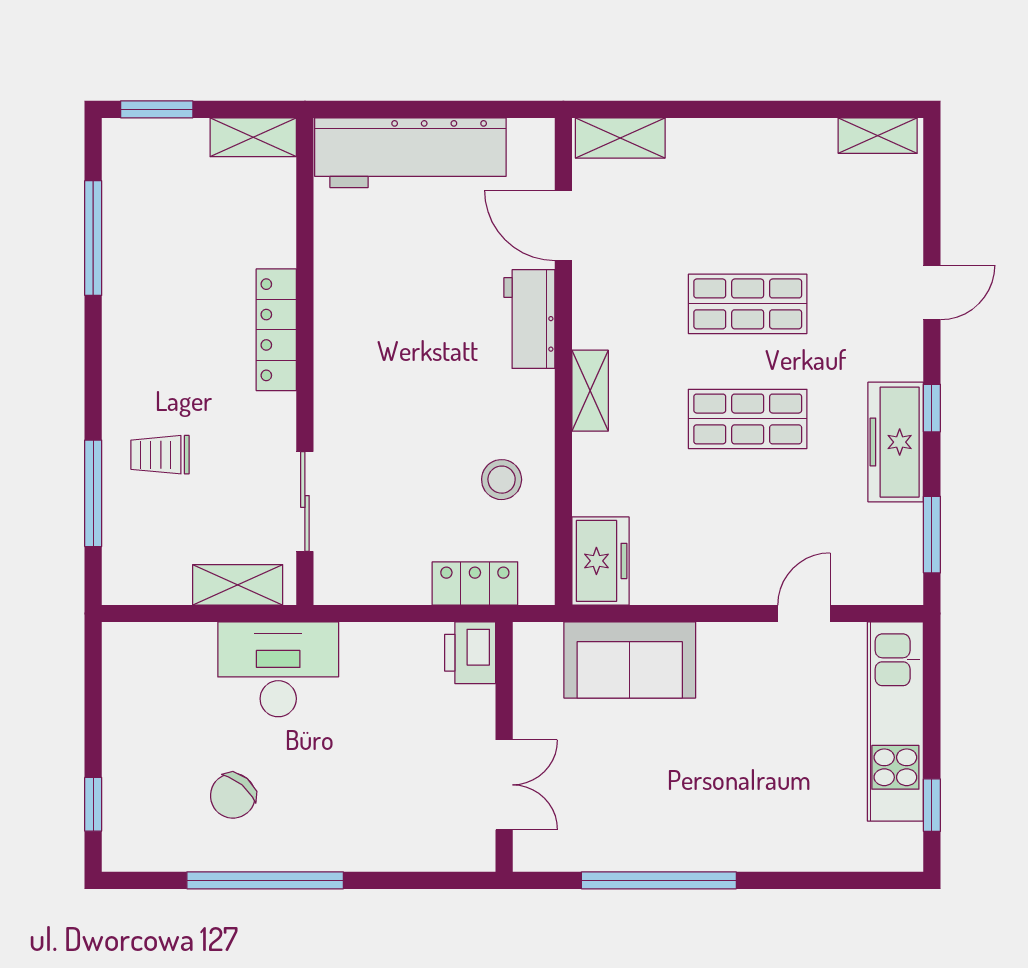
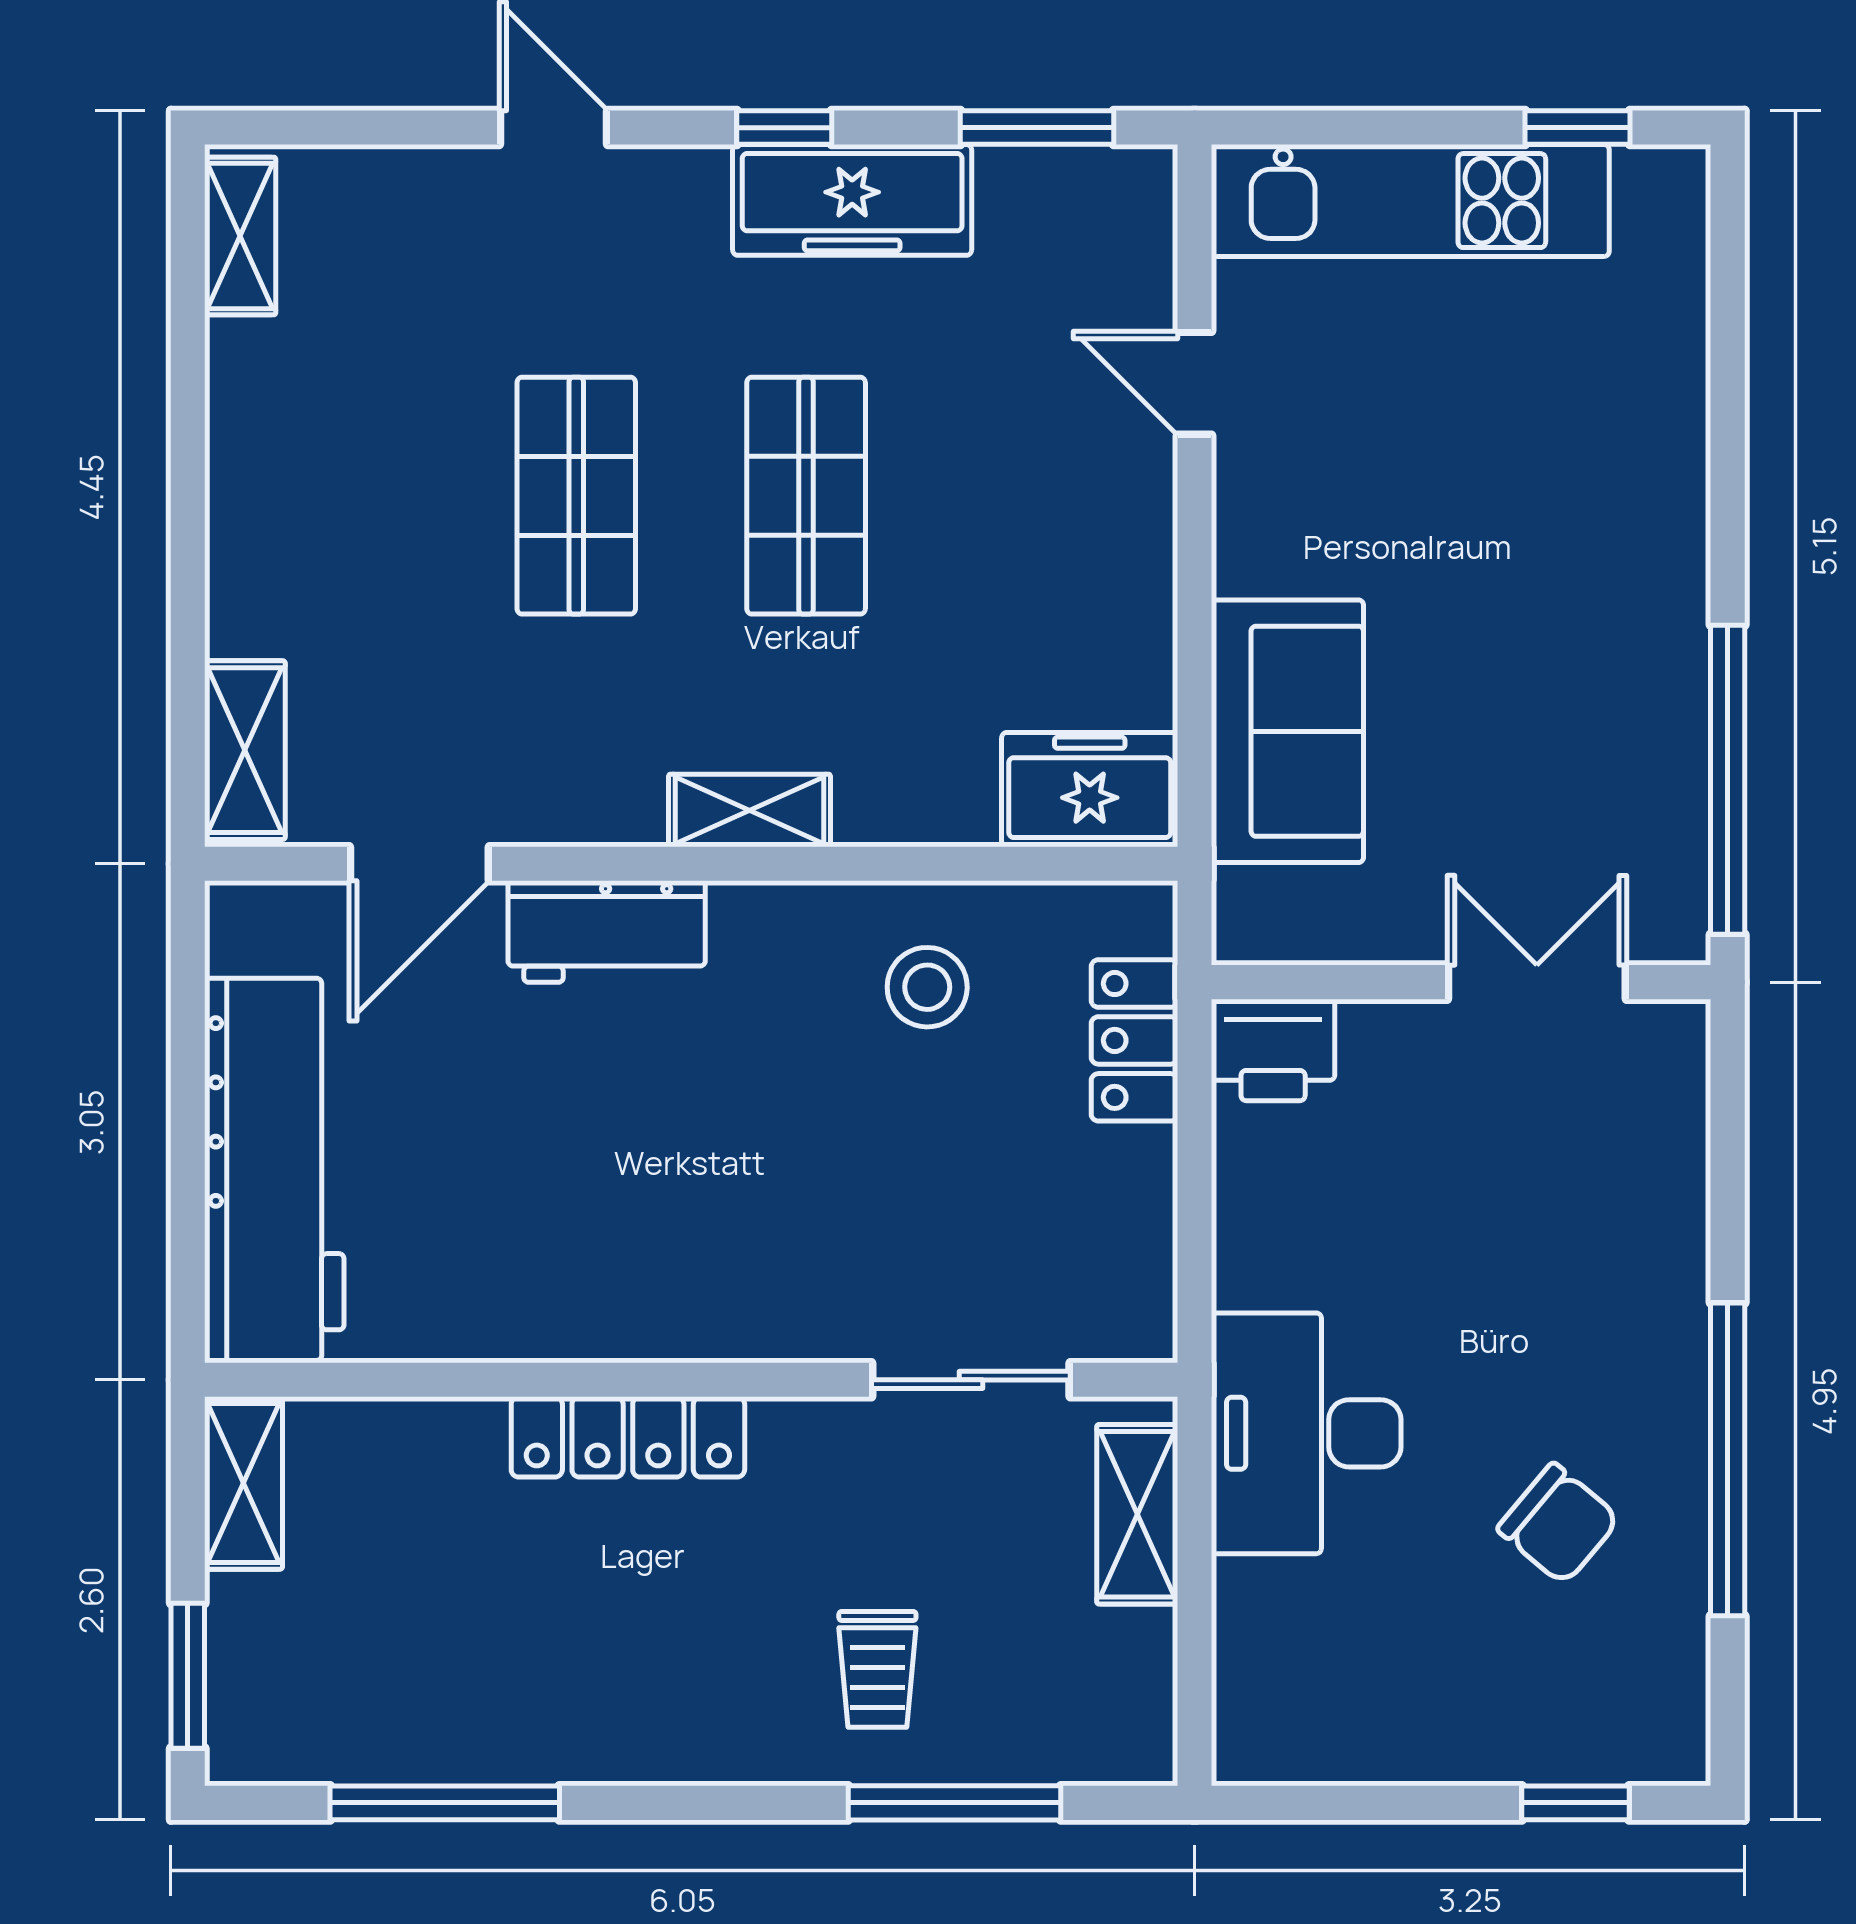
window: (659, 880) -> (1728, 780), moved

